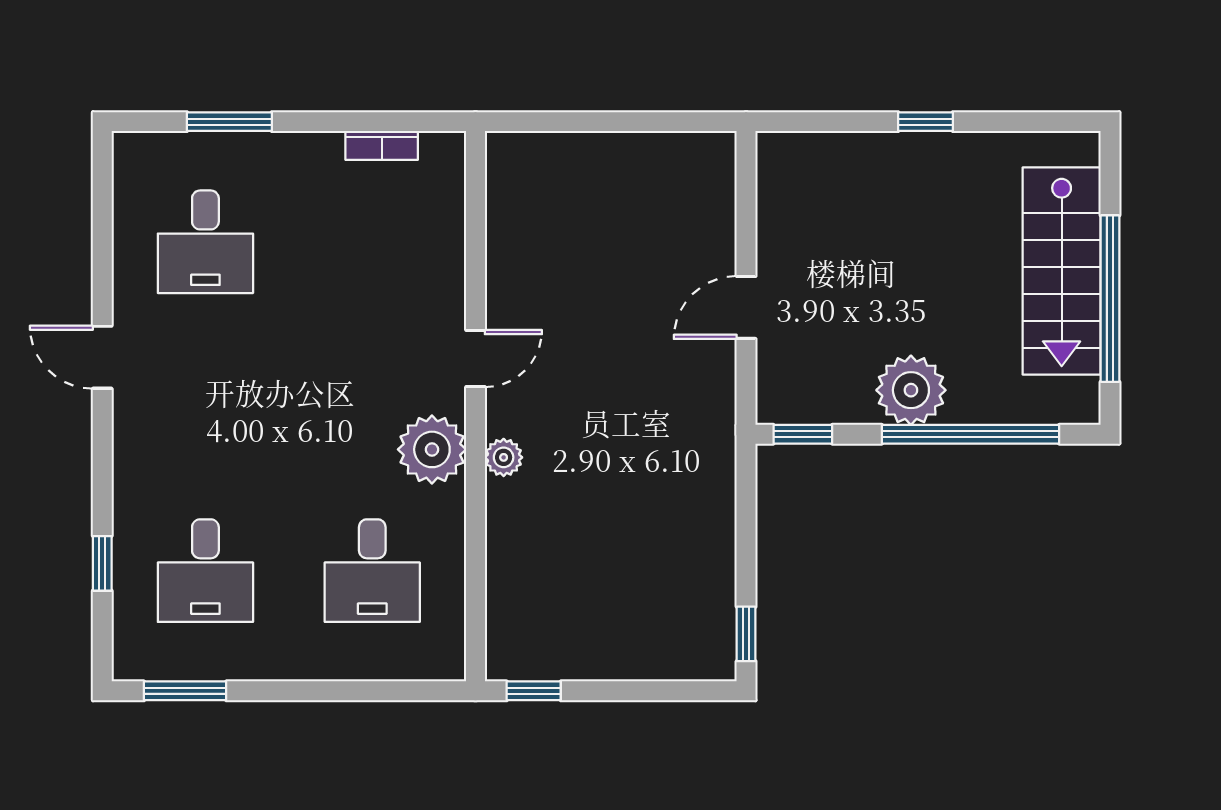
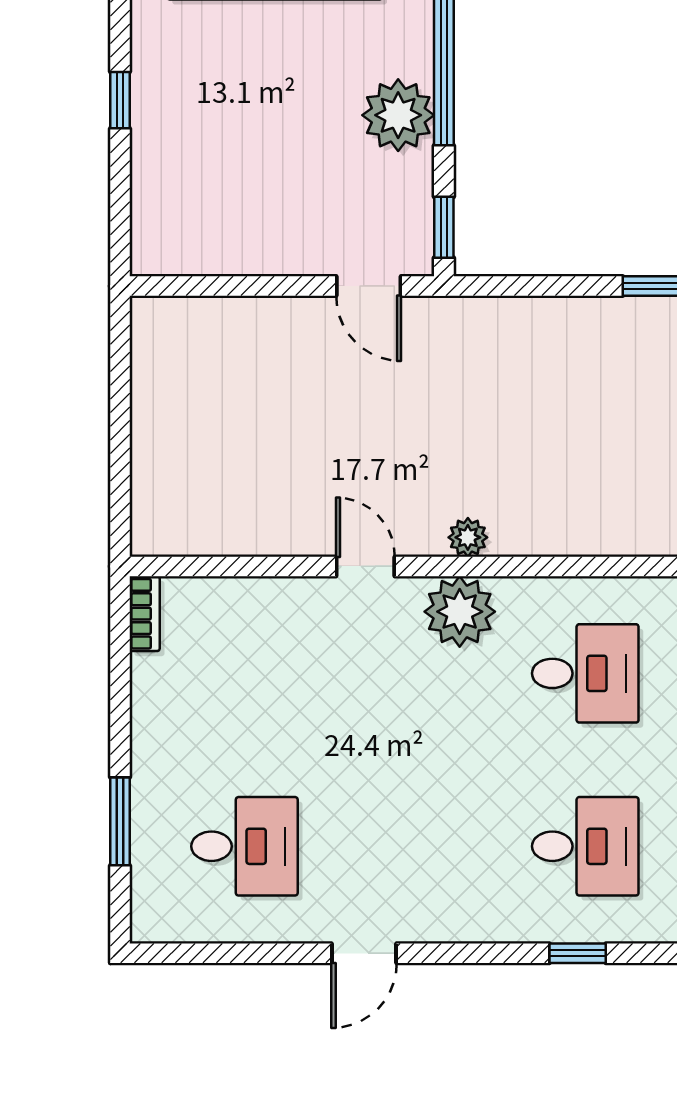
bookcase: (382, 145) -> (145, 614), moved
door: (746, 307) -> (369, 286), moved

